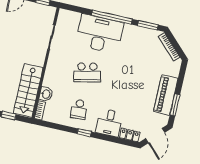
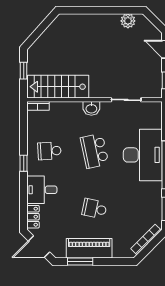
school desk: (134, 83) -> (95, 209), added
washbasin: (46, 94) -> (91, 108), moved

